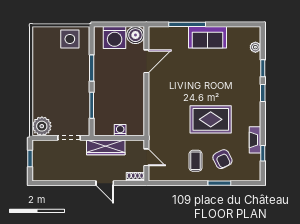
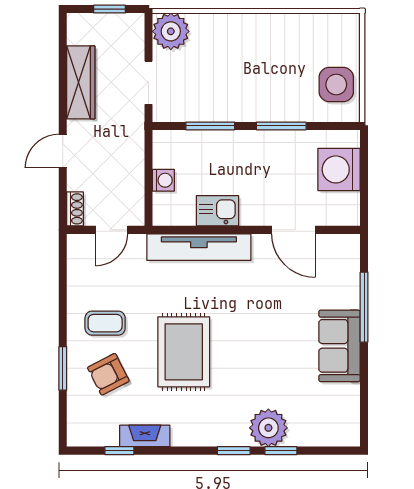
boiler: (135, 35) -> (344, 209), removed
plant: (255, 47) -> (268, 428), moved, width x1.87, depth x1.87
kitchen sink: (136, 102) -> (217, 211), added
tv unit: (155, 111) -> (199, 247), added
wardrobe: (106, 147) -> (81, 82), moved, turned 180

